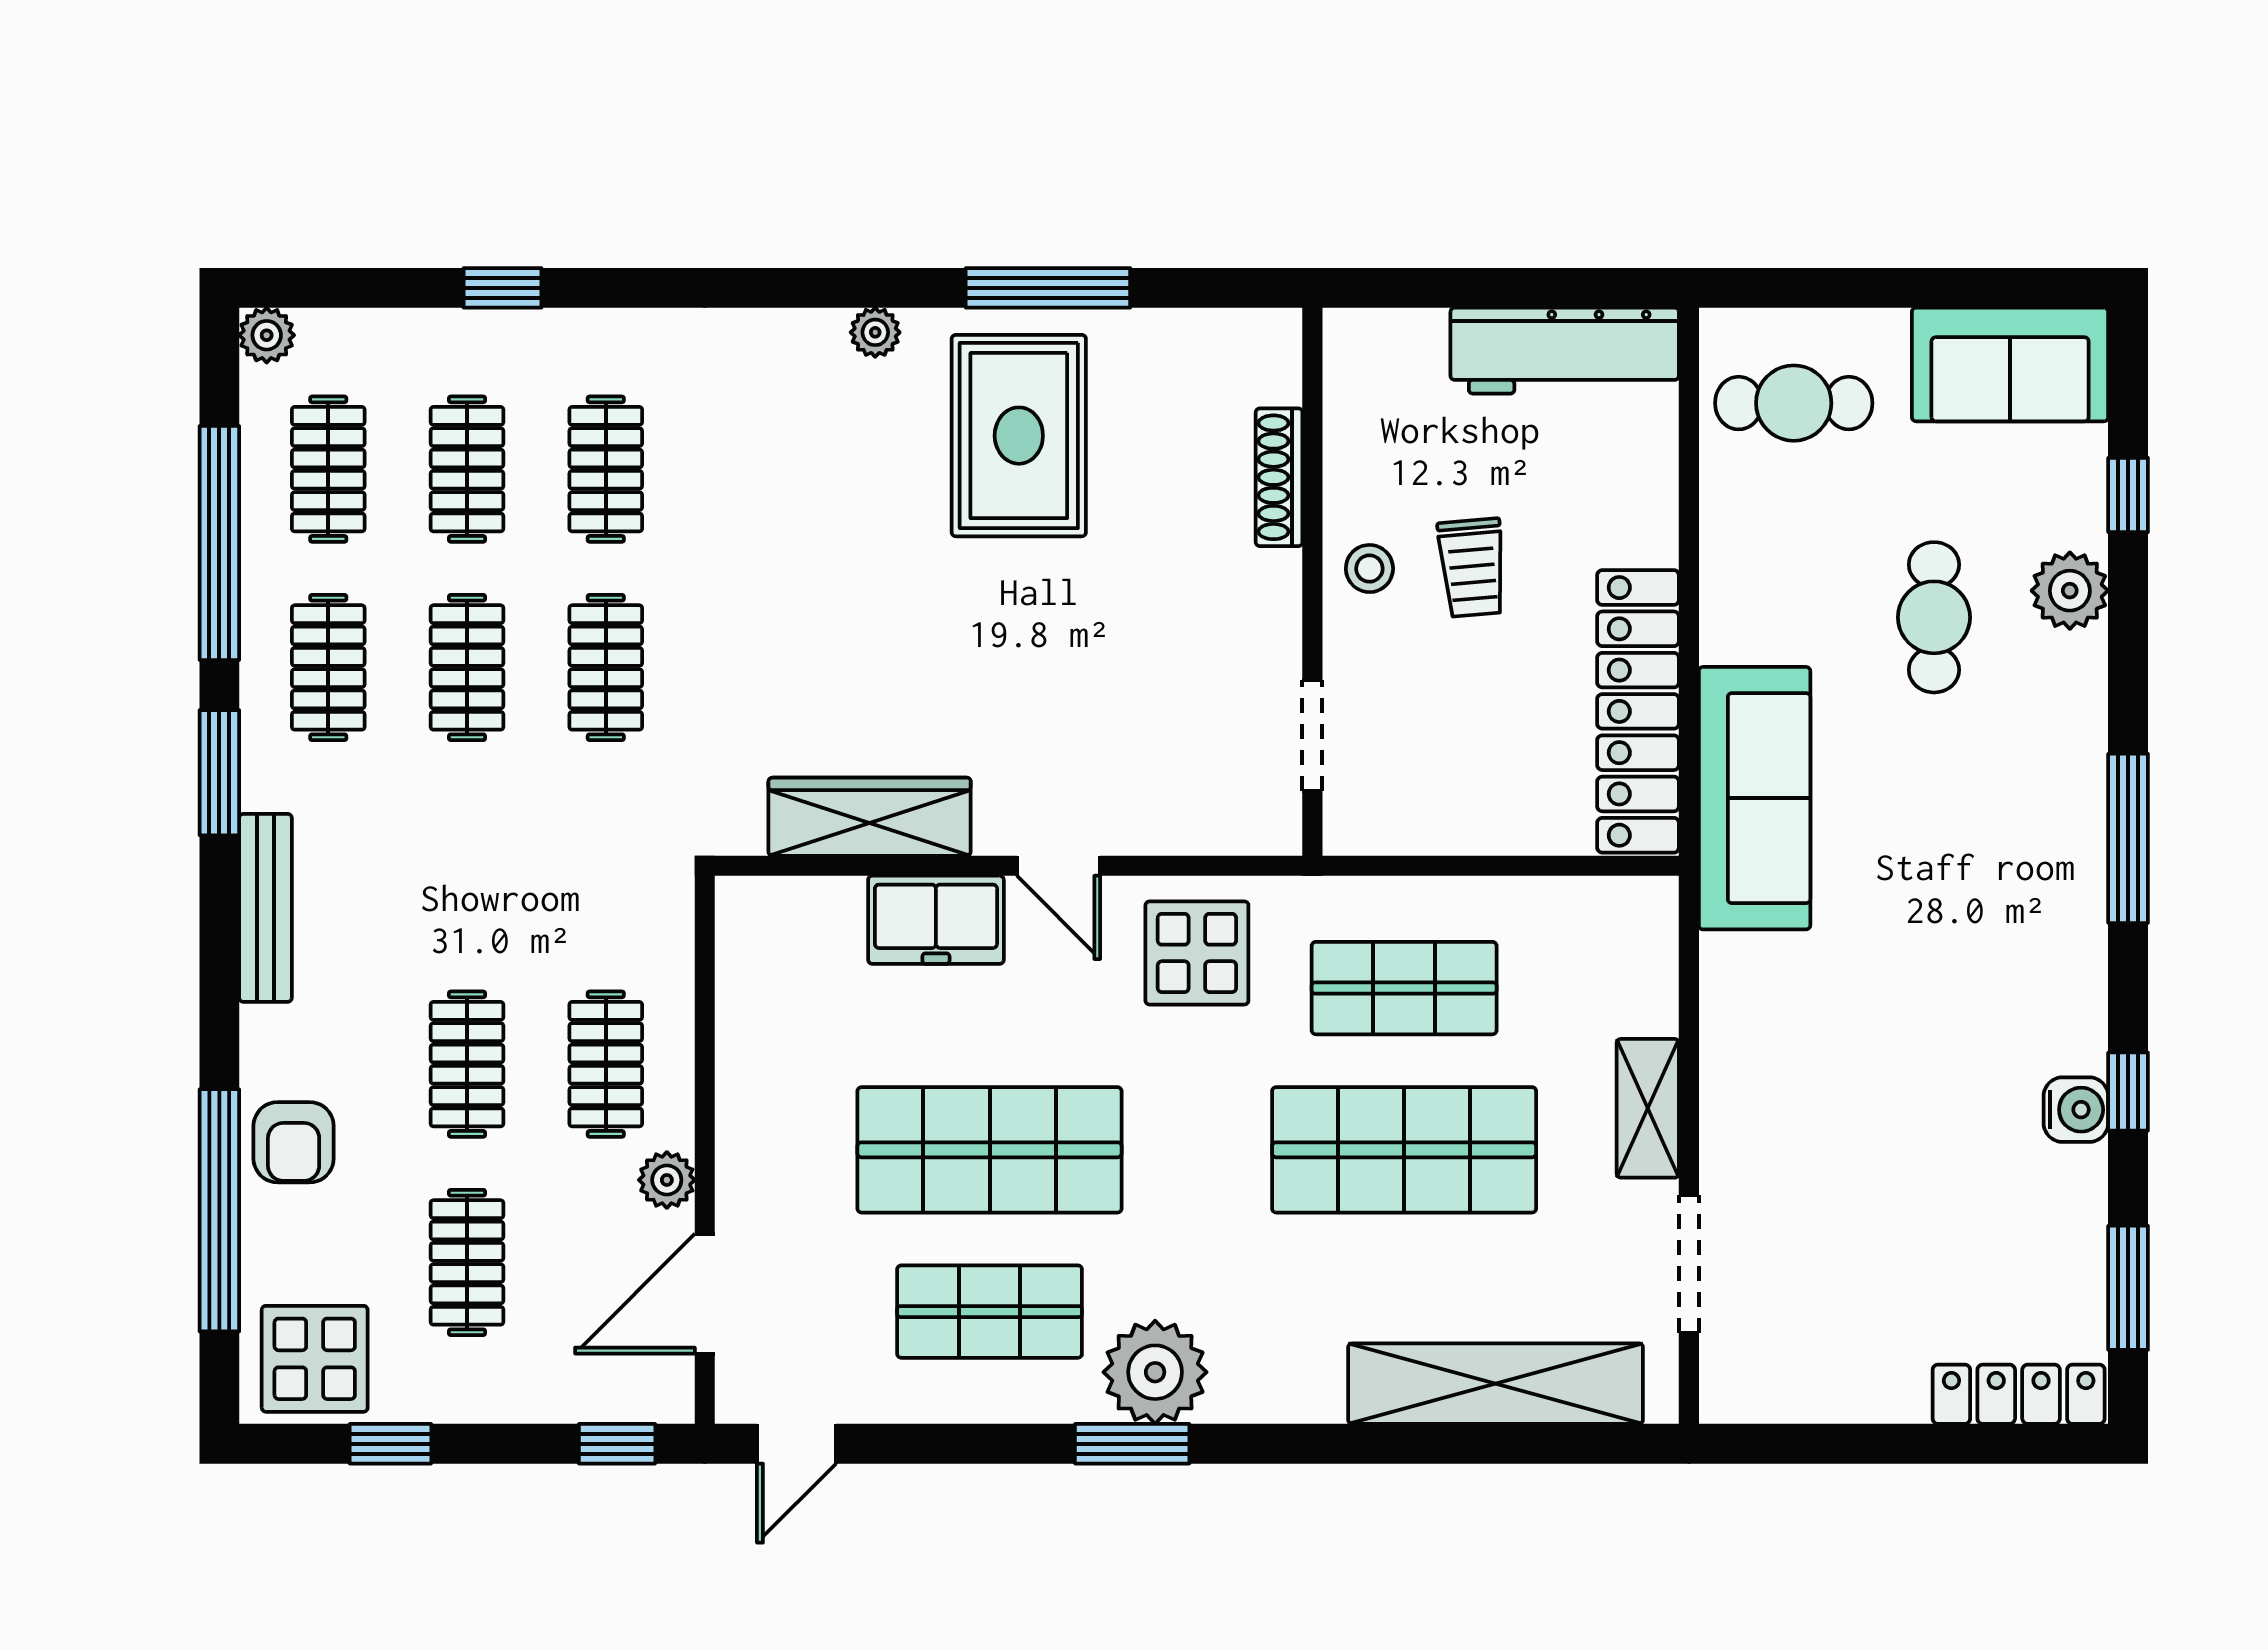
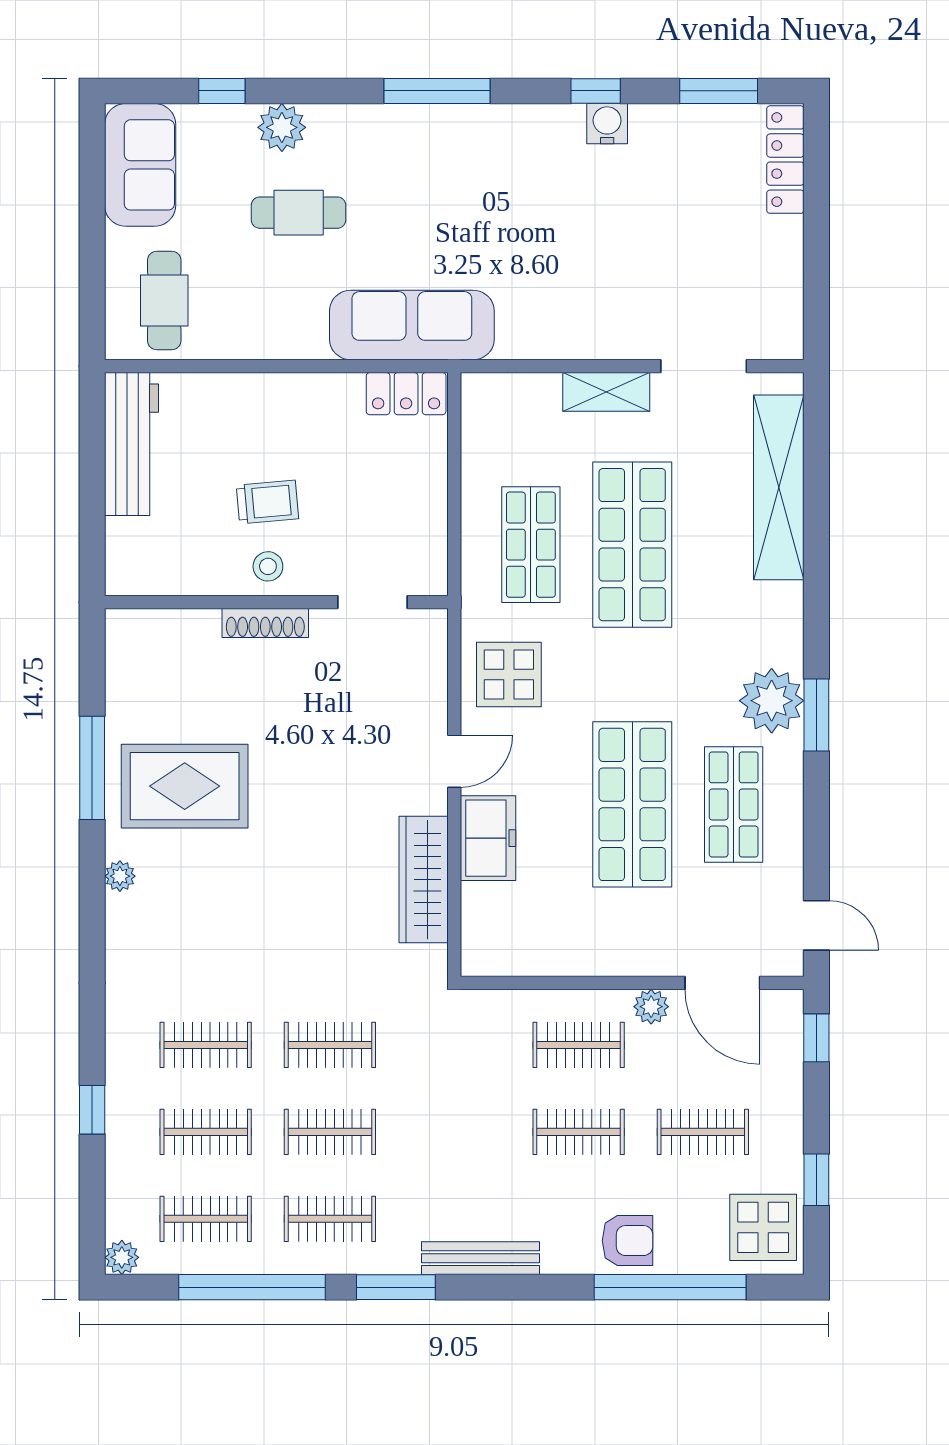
shoe rack: (1279, 477) -> (265, 623), moved
locker: (1638, 711) -> (406, 394), width x0.46, depth x0.83

